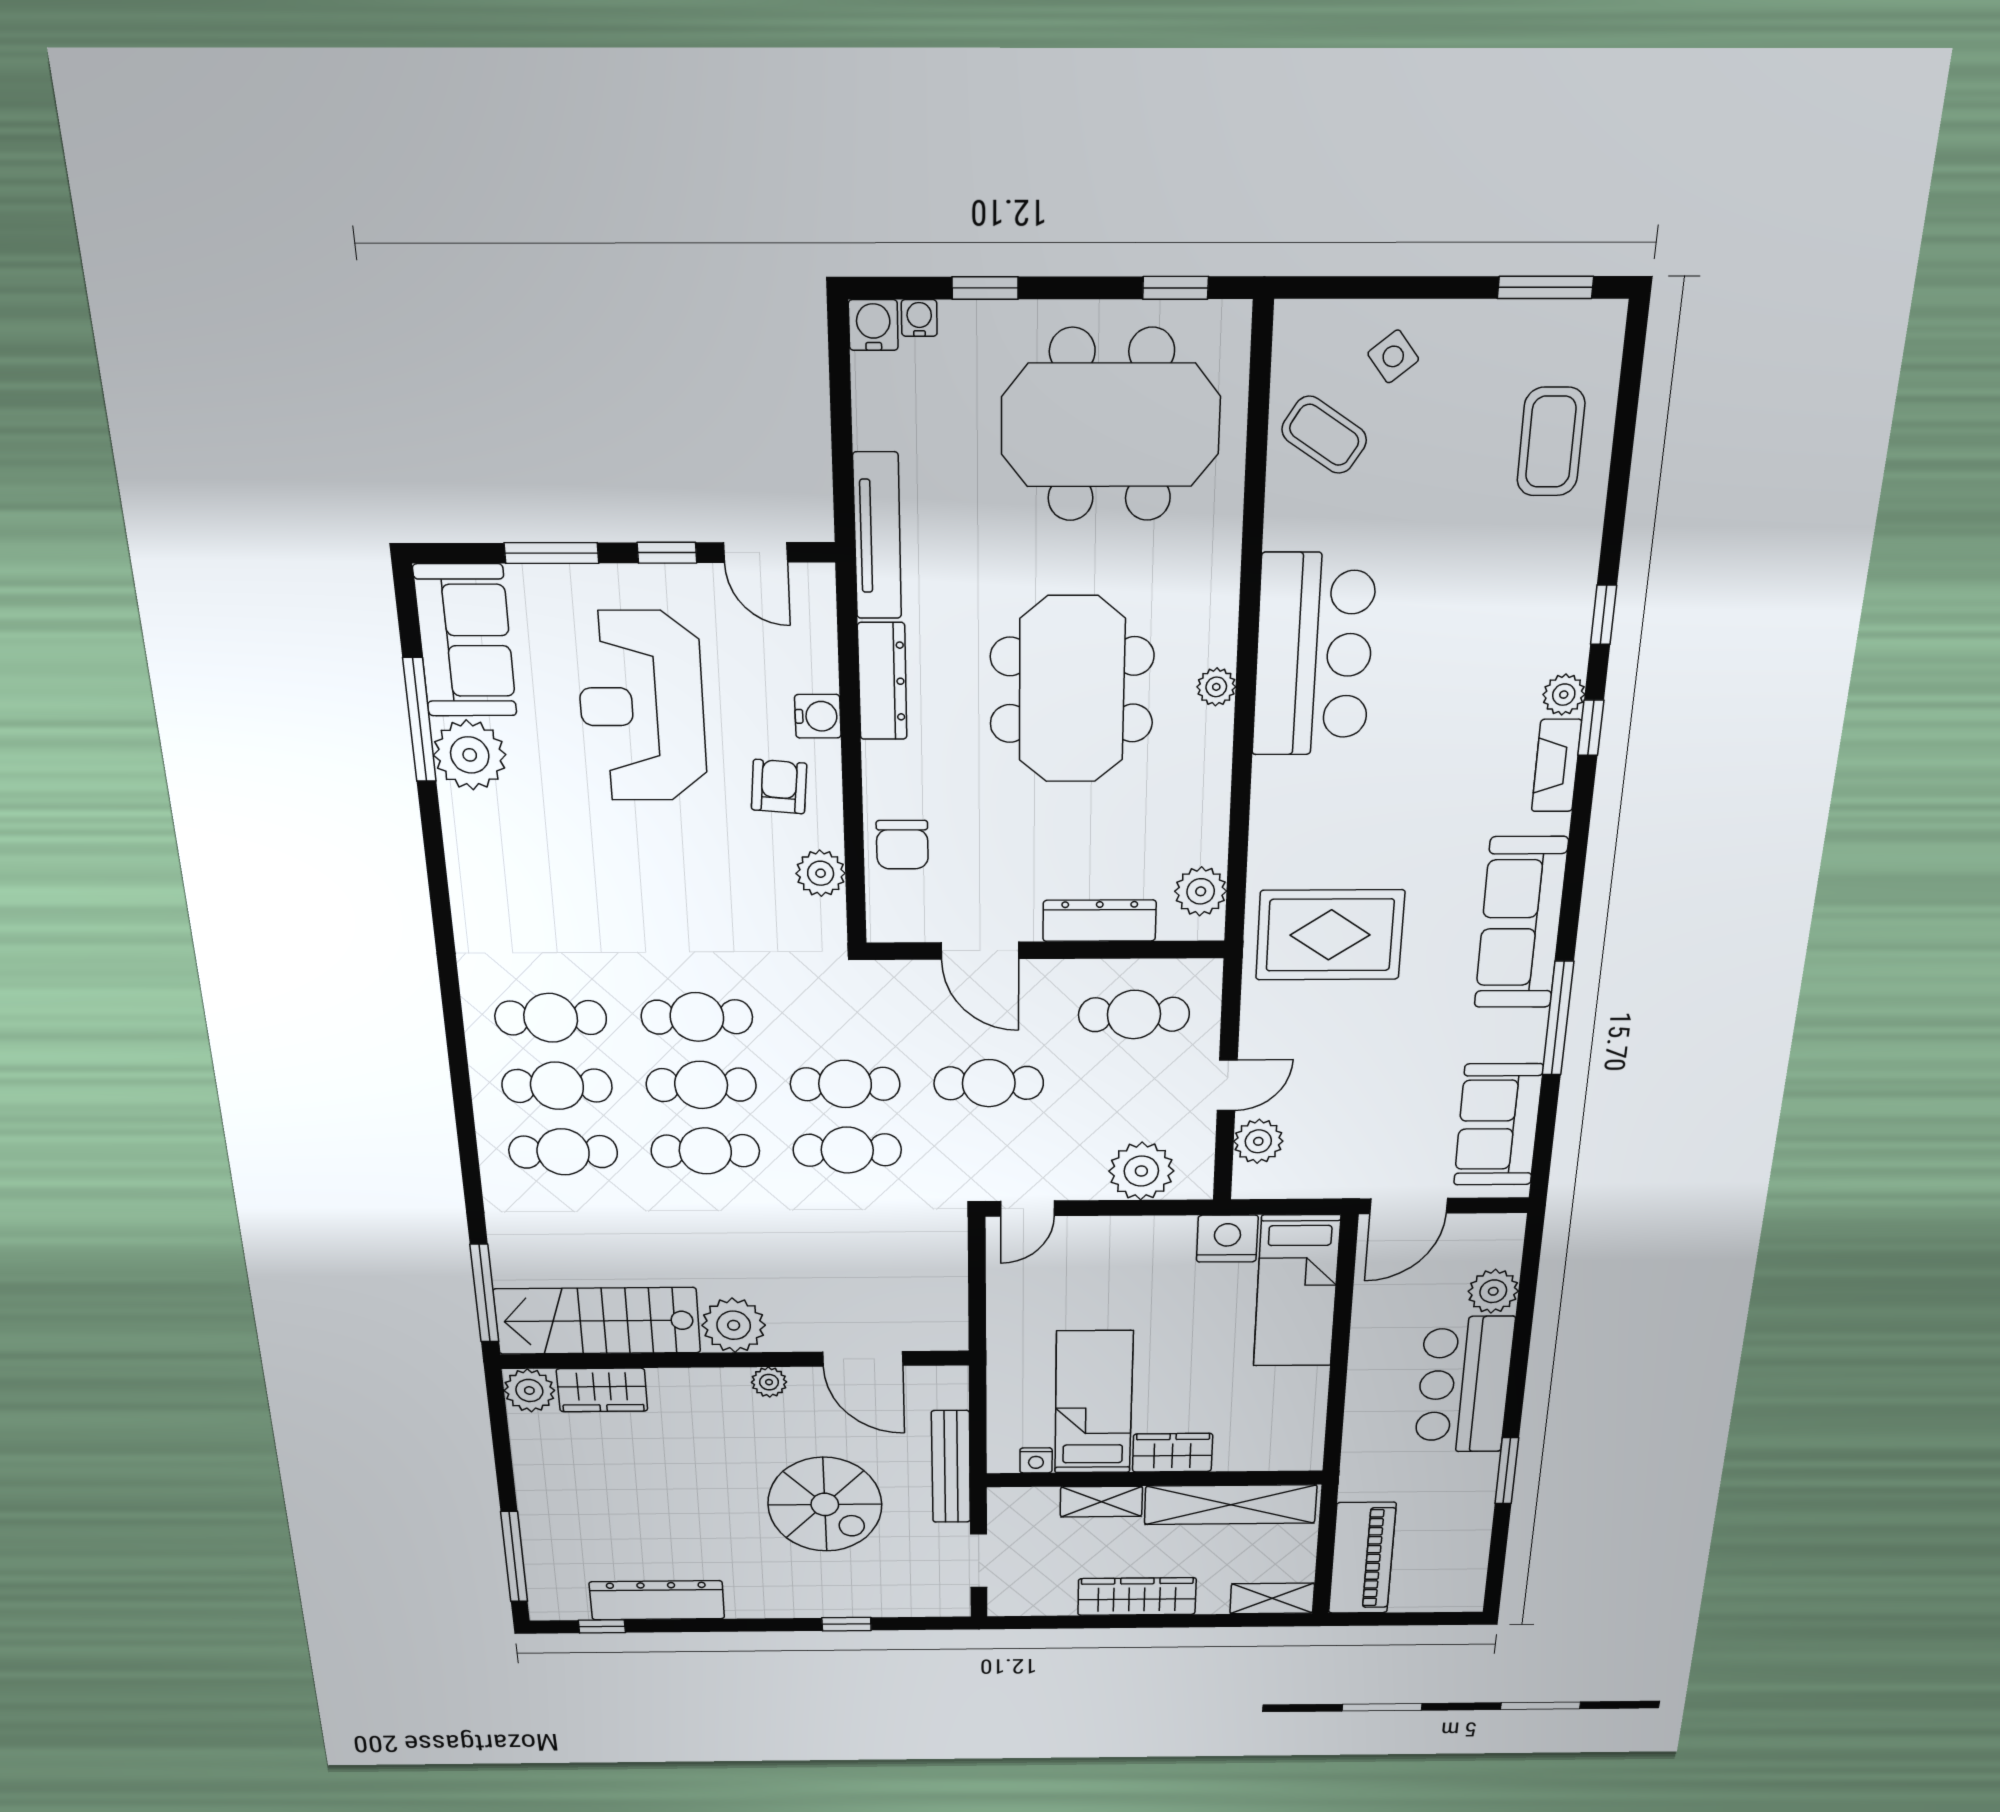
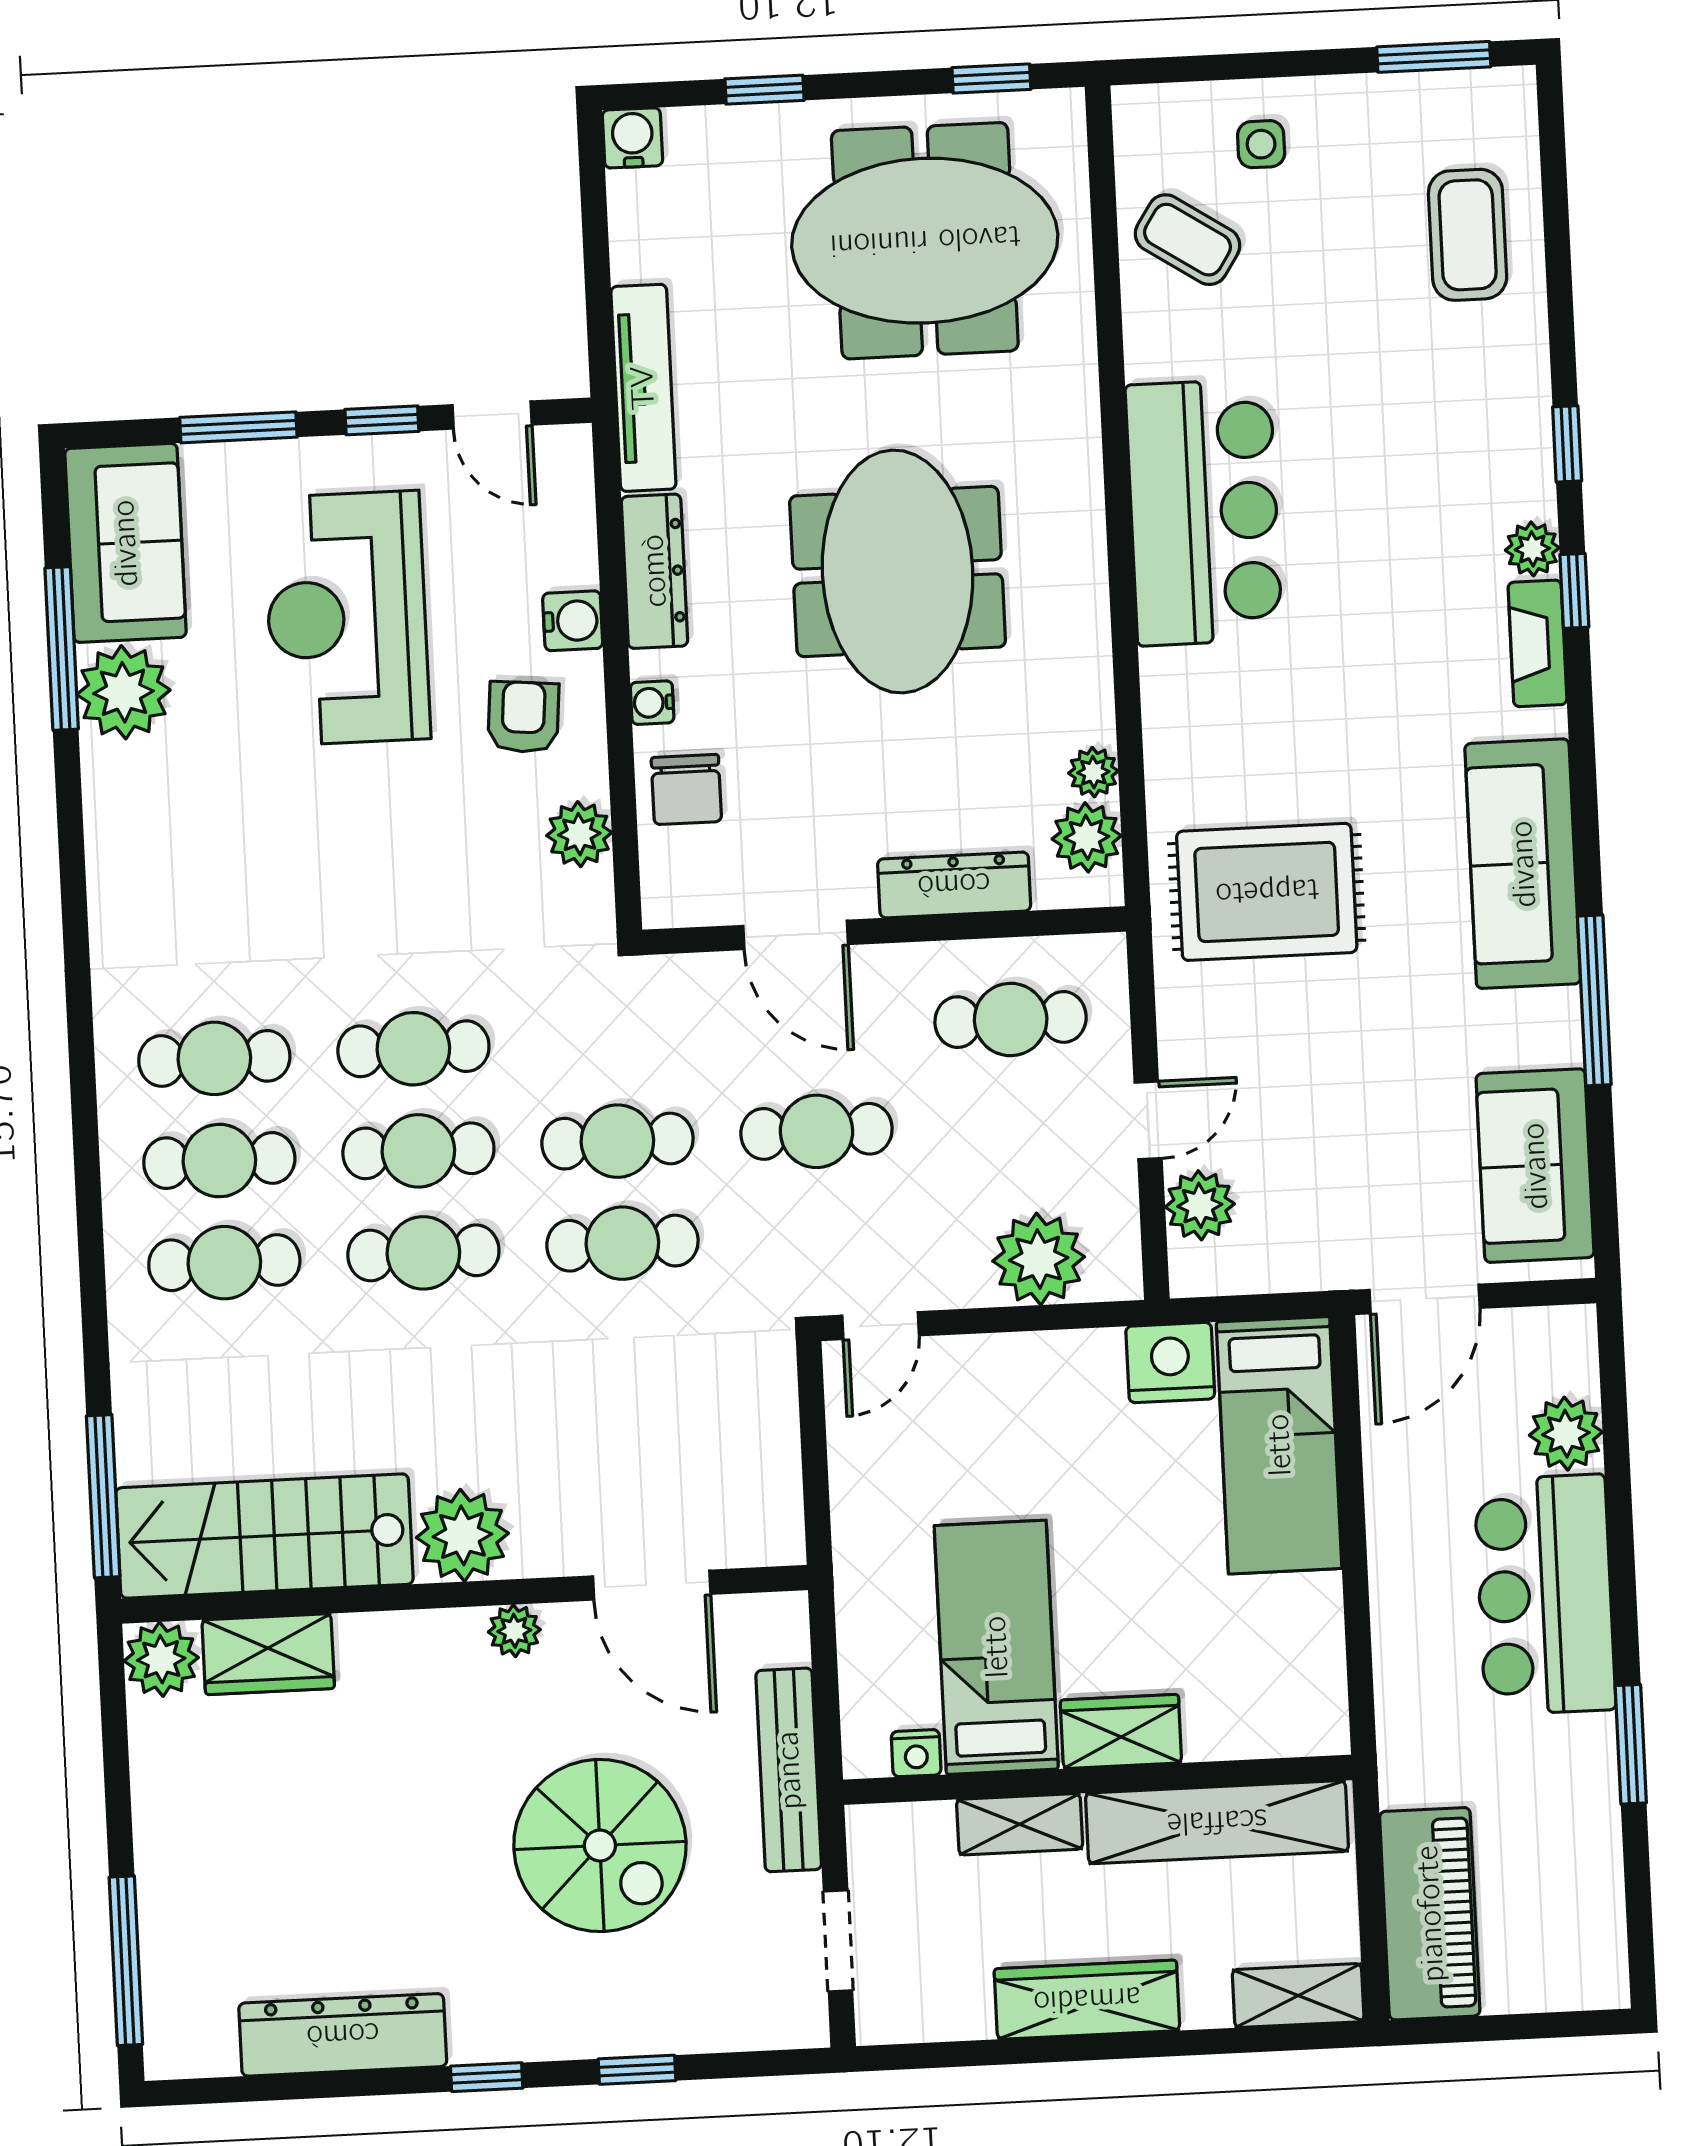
water cooler: (919, 318) -> (652, 703), moved, turned -90
side table: (1393, 356) -> (1261, 144), turned 38
plant: (1216, 687) -> (1093, 772), moved
window: (602, 1626) -> (487, 2077), moved

